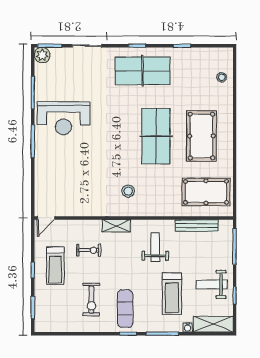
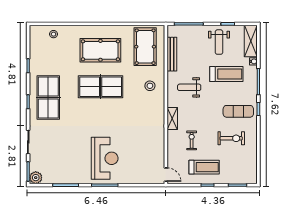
reception desk: (63, 118) -> (105, 158), moved
stool: (128, 191) -> (150, 86), moved

